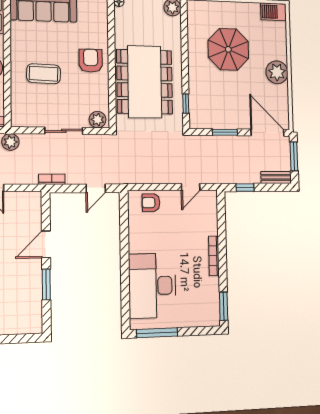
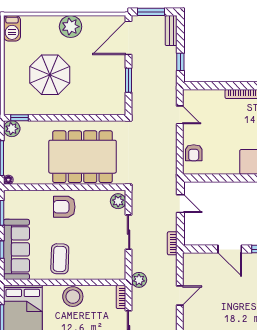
coffee table: (44, 74) -> (60, 259), moved
window: (186, 104) -> (19, 118), moved

